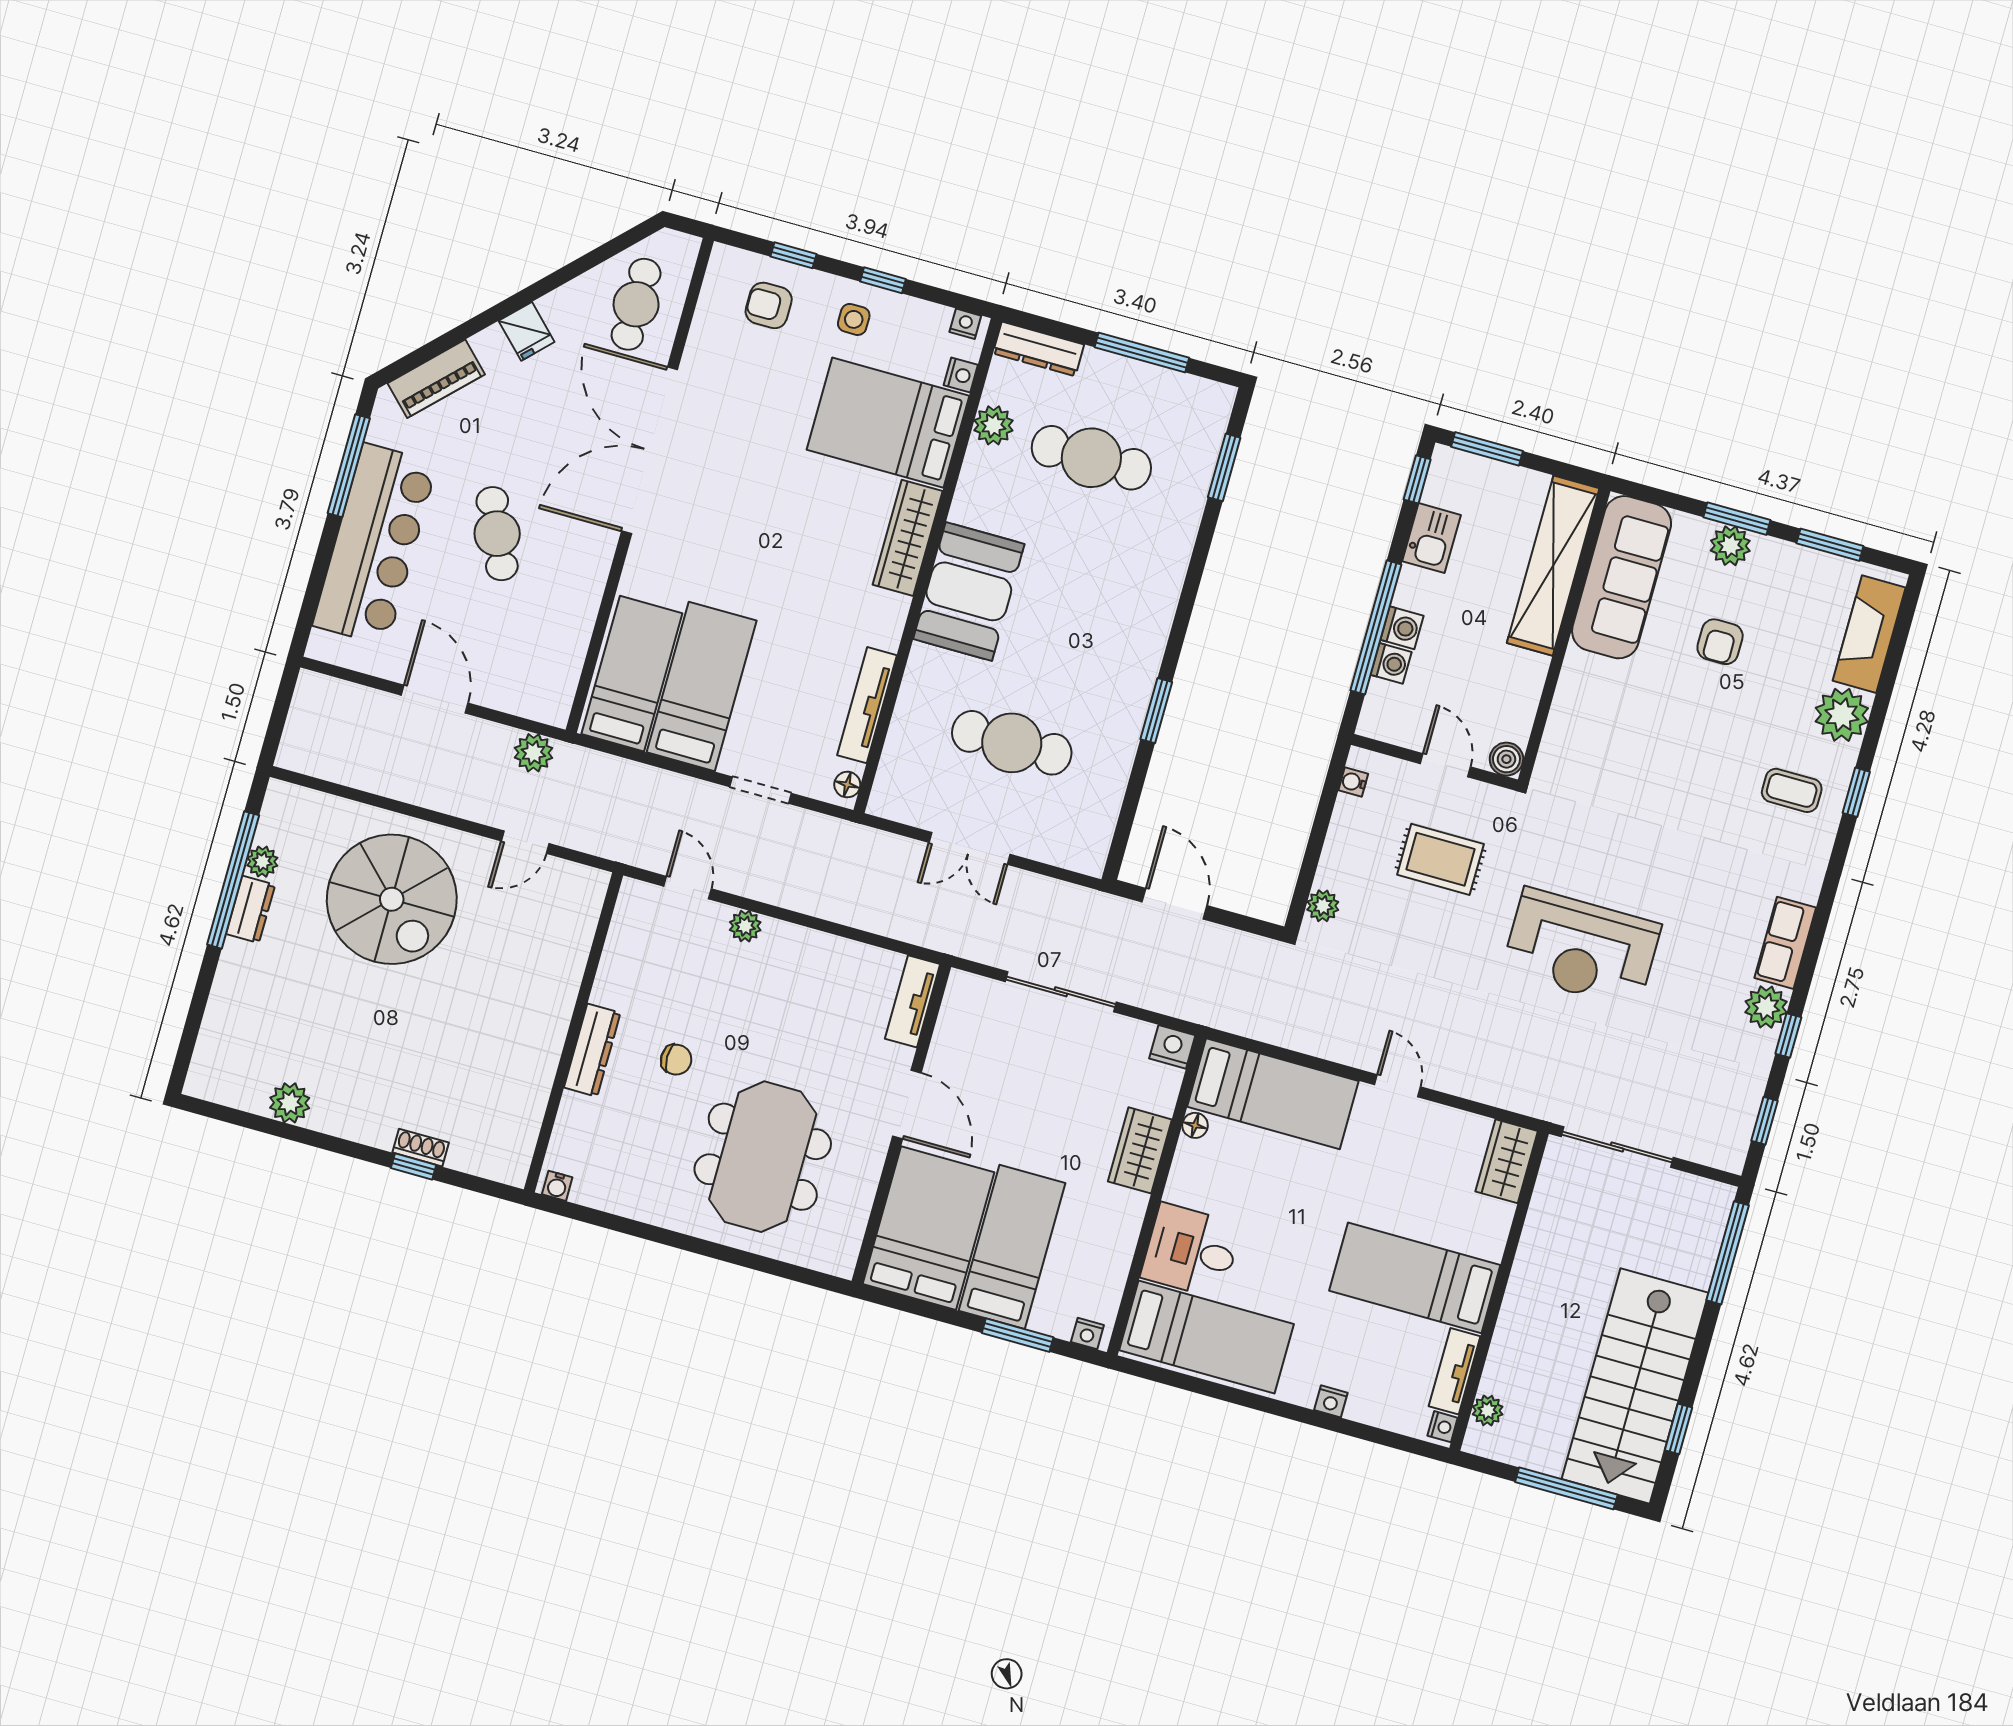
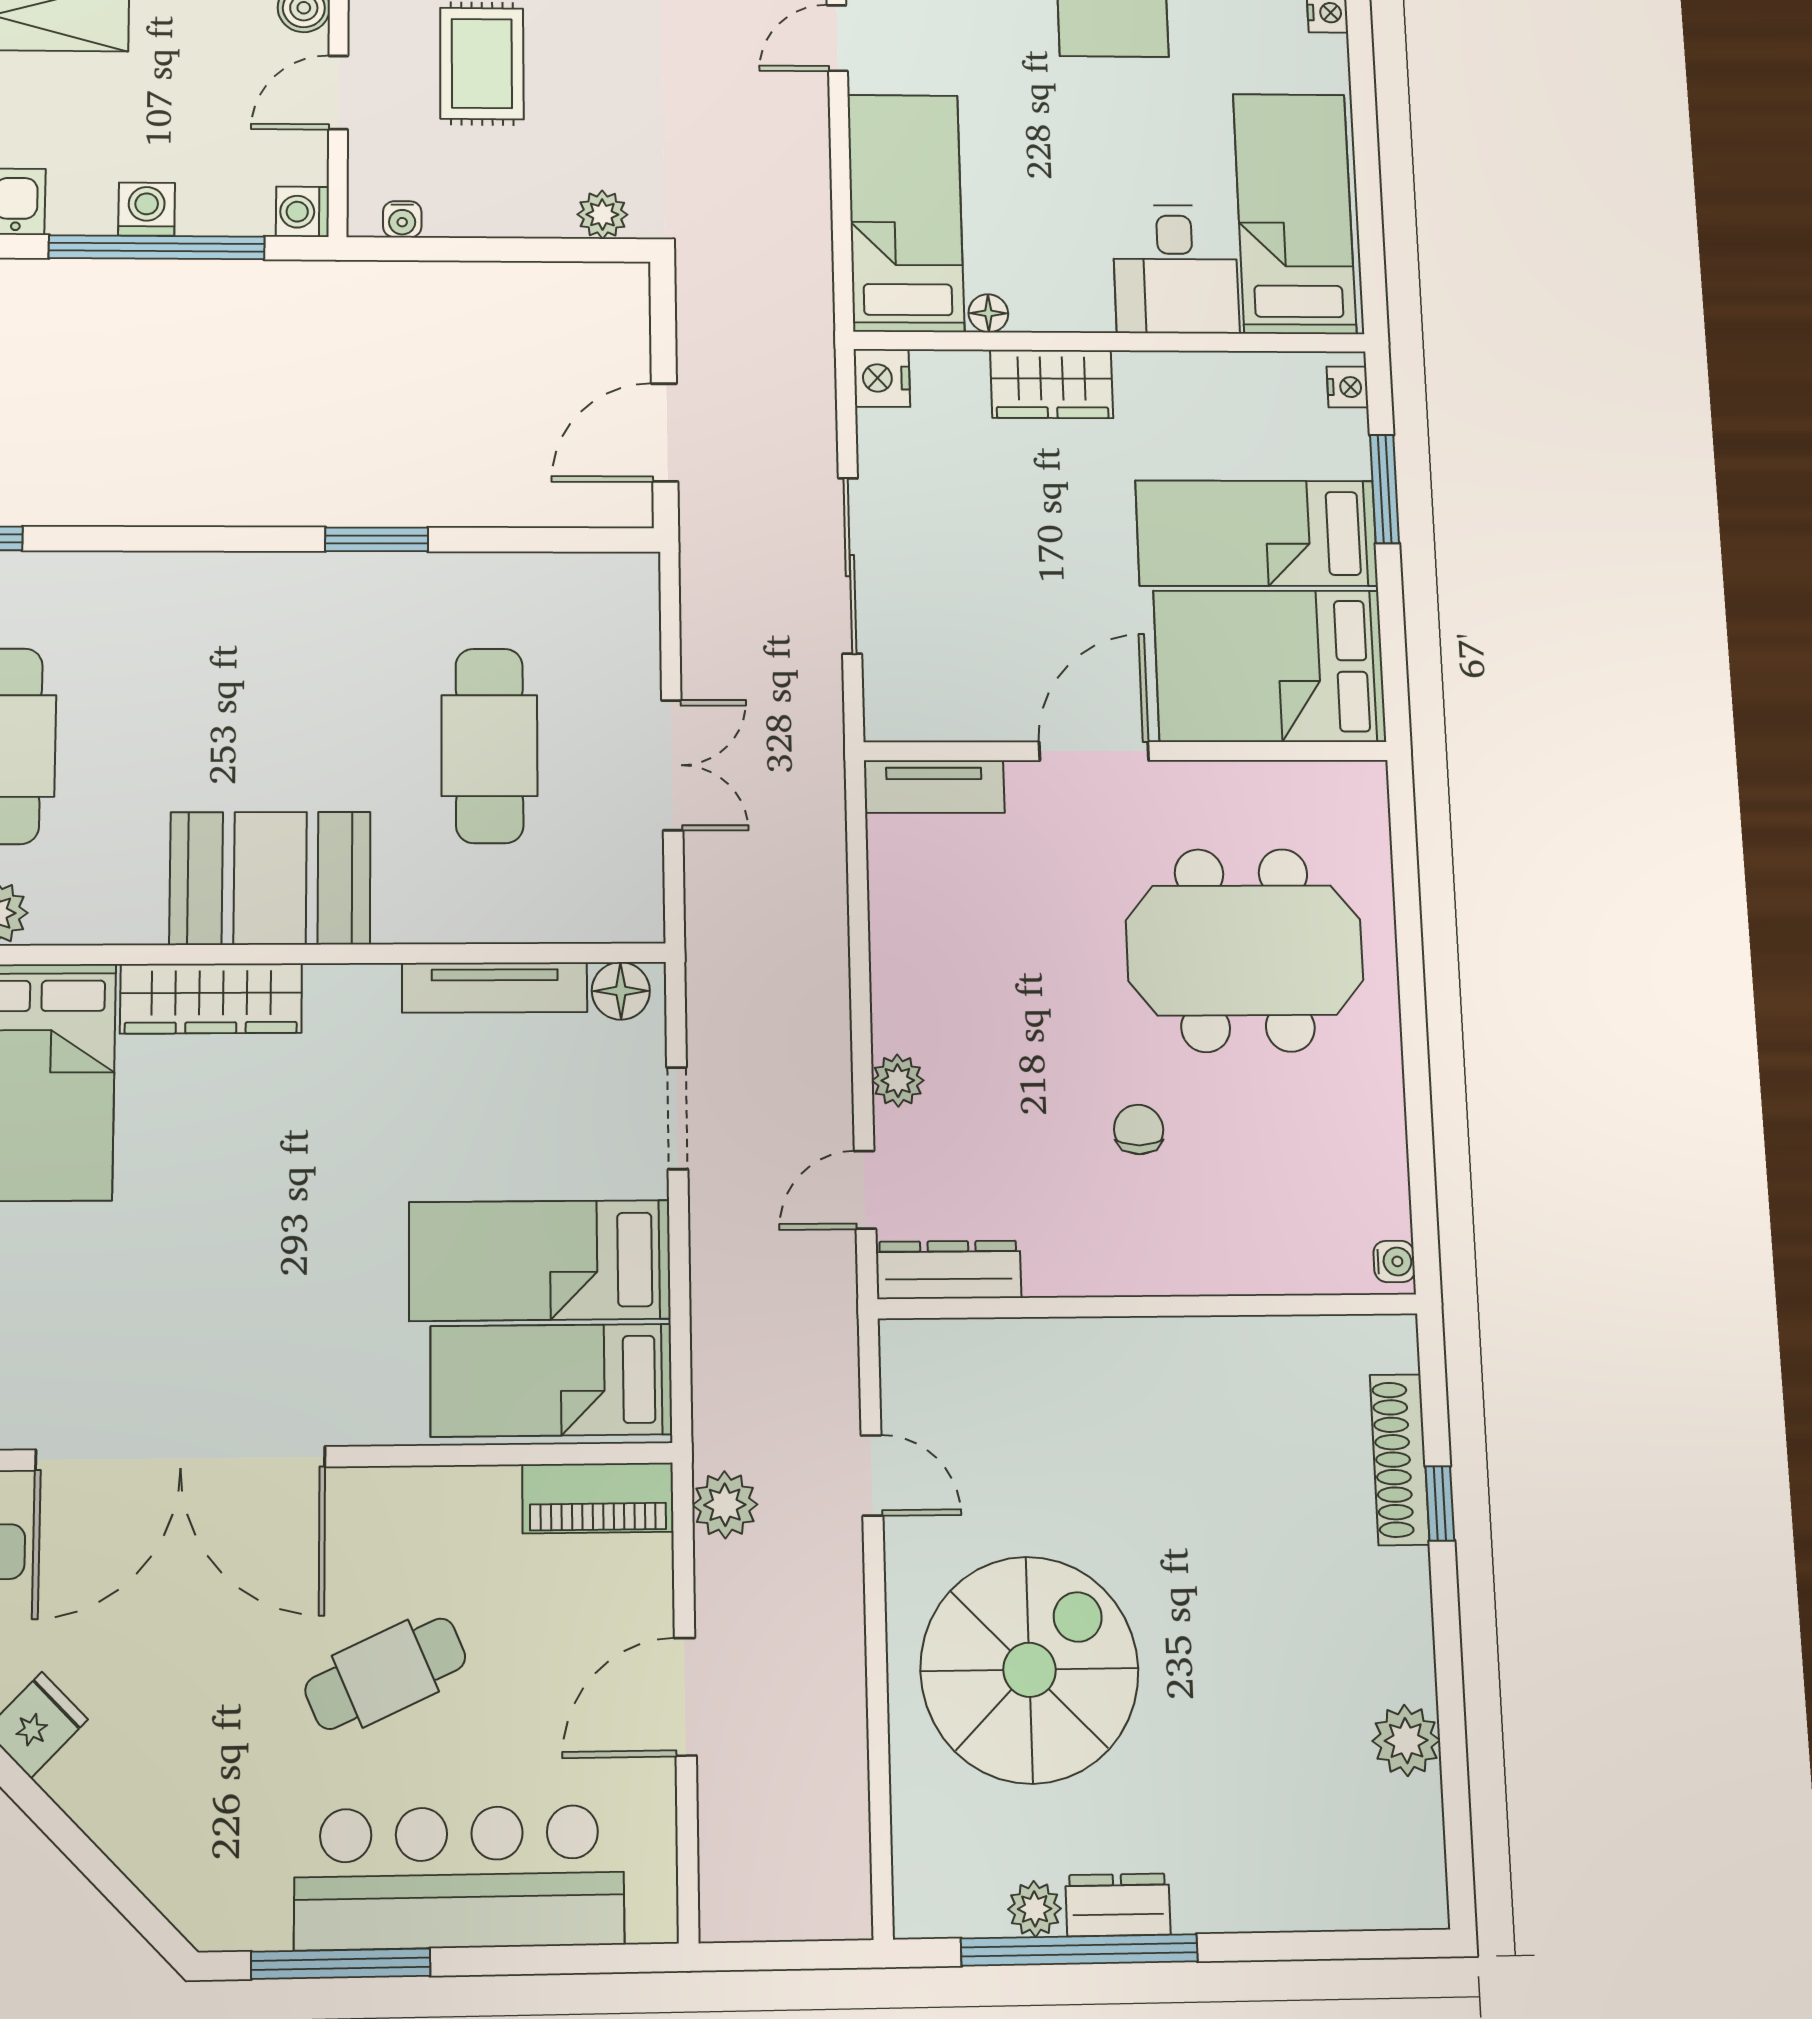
piano: (436, 379) -> (598, 1498), moved, turned 135
washing machine: (1391, 663) -> (302, 212), moved, turned -90
floor lamp: (847, 785) -> (621, 991), width x1.37, depth x1.37
dresser: (592, 1050) -> (948, 1270), moved
shoe rack: (421, 1148) -> (1400, 1460), width x1.94, depth x1.24

